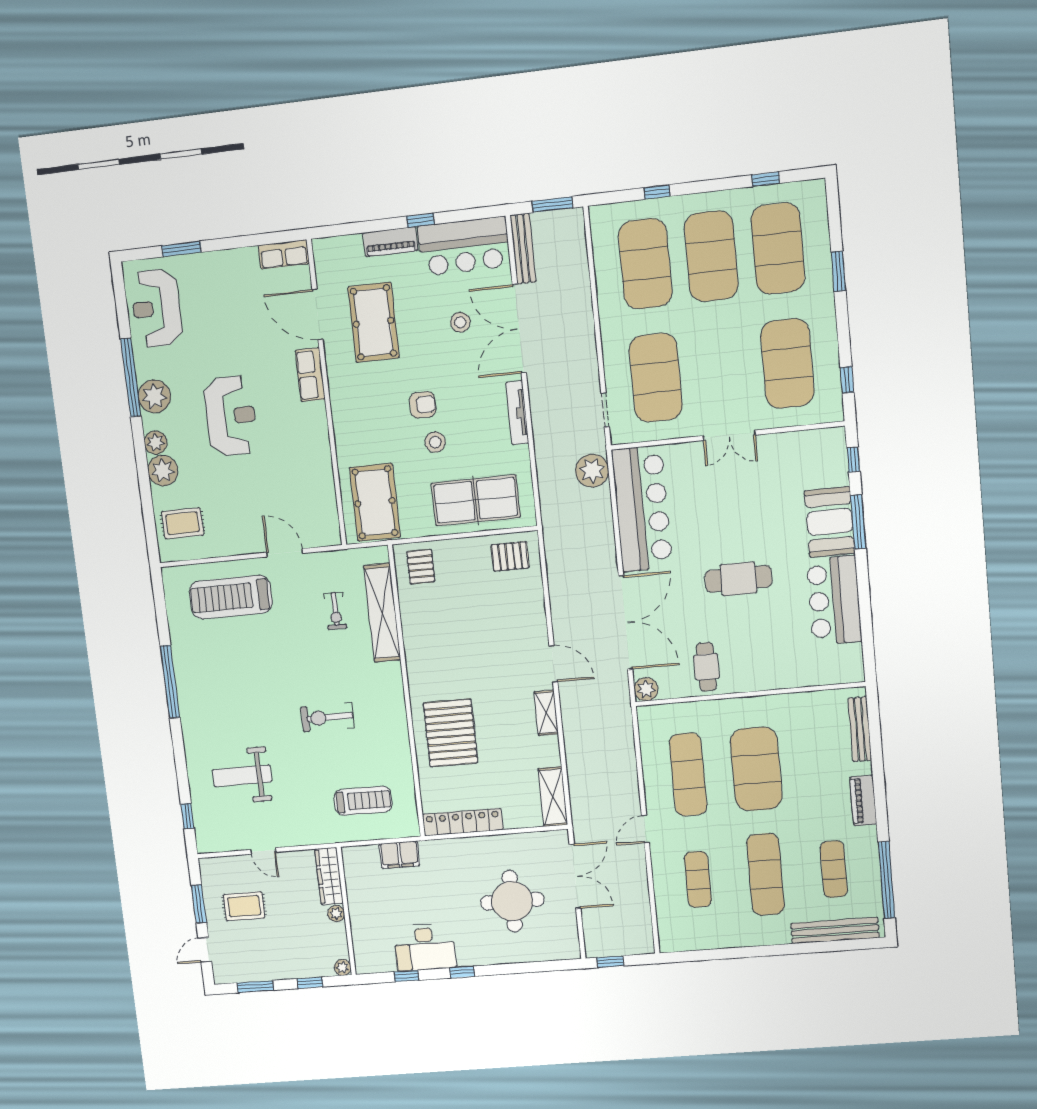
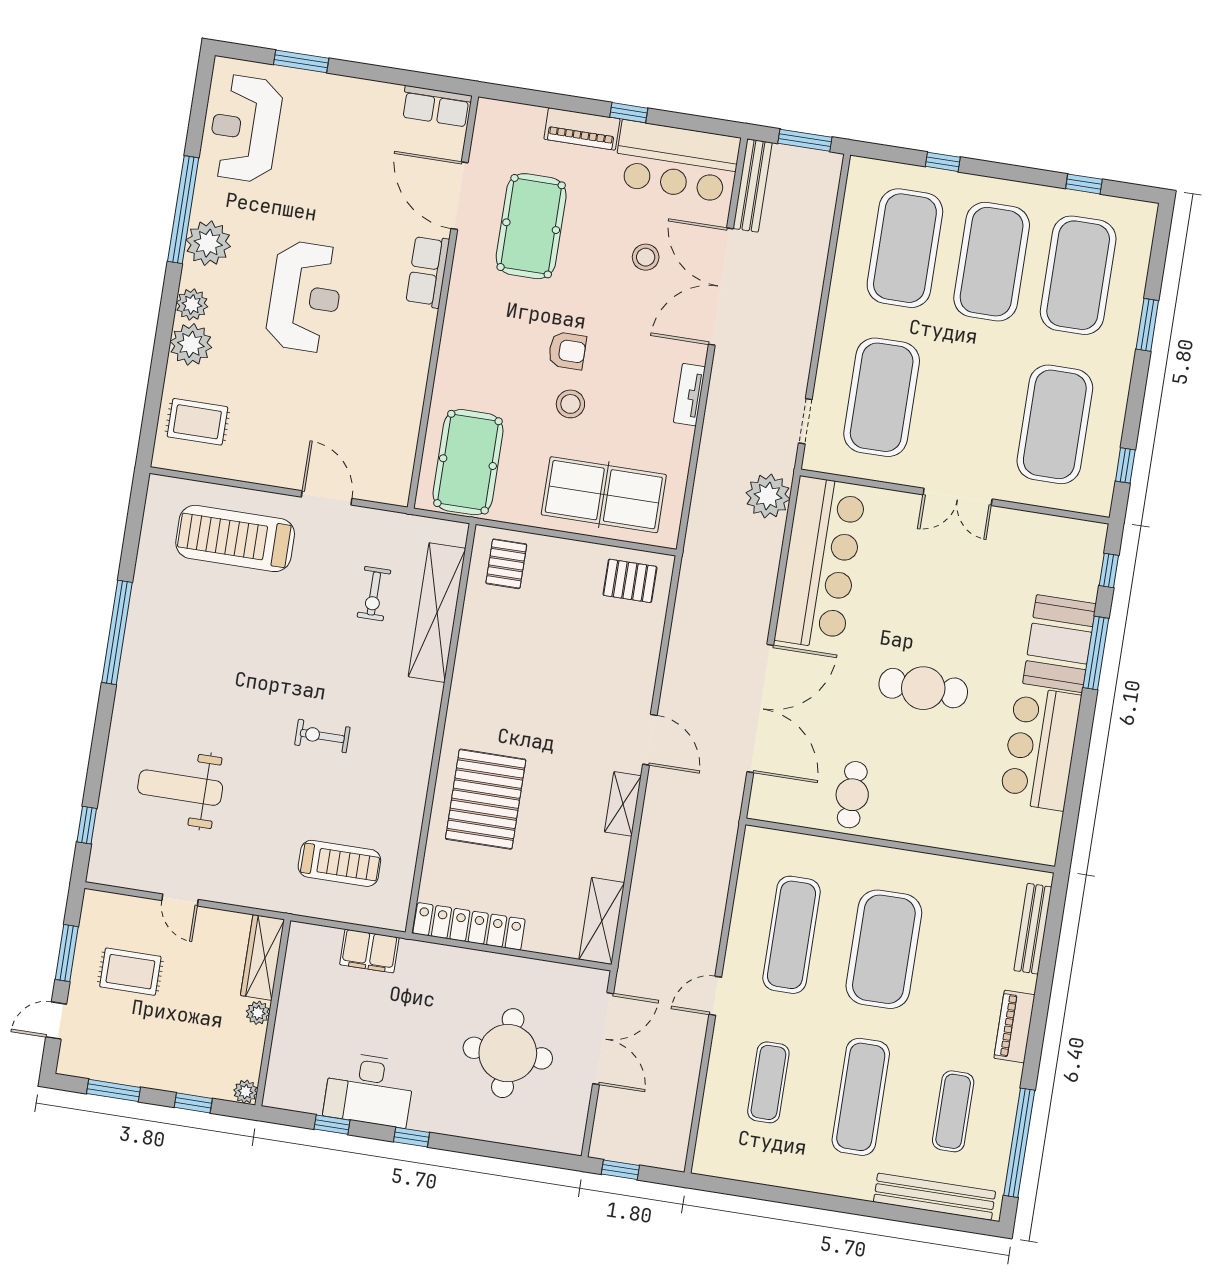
tv unit: (517, 413) -> (689, 395), width x0.71
plant: (646, 689) -> (765, 805), removed
exercise bike: (327, 717) -> (322, 736), width x0.73, depth x0.72

